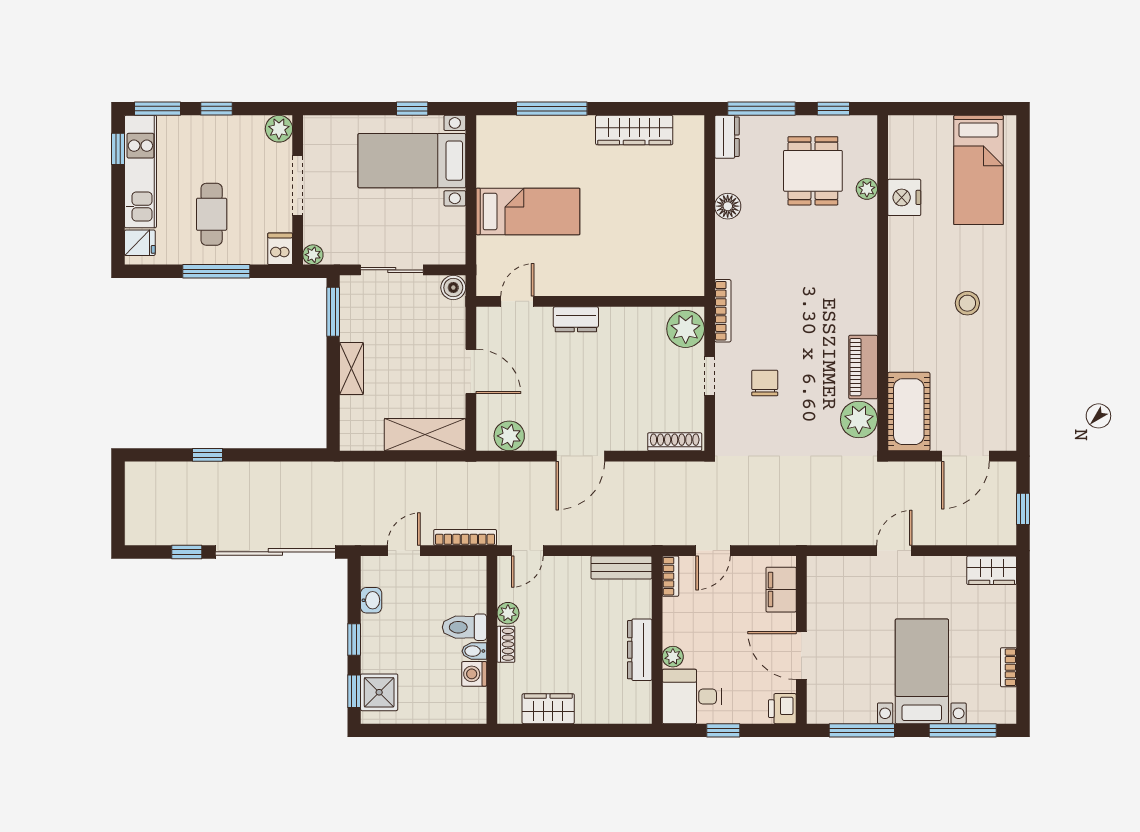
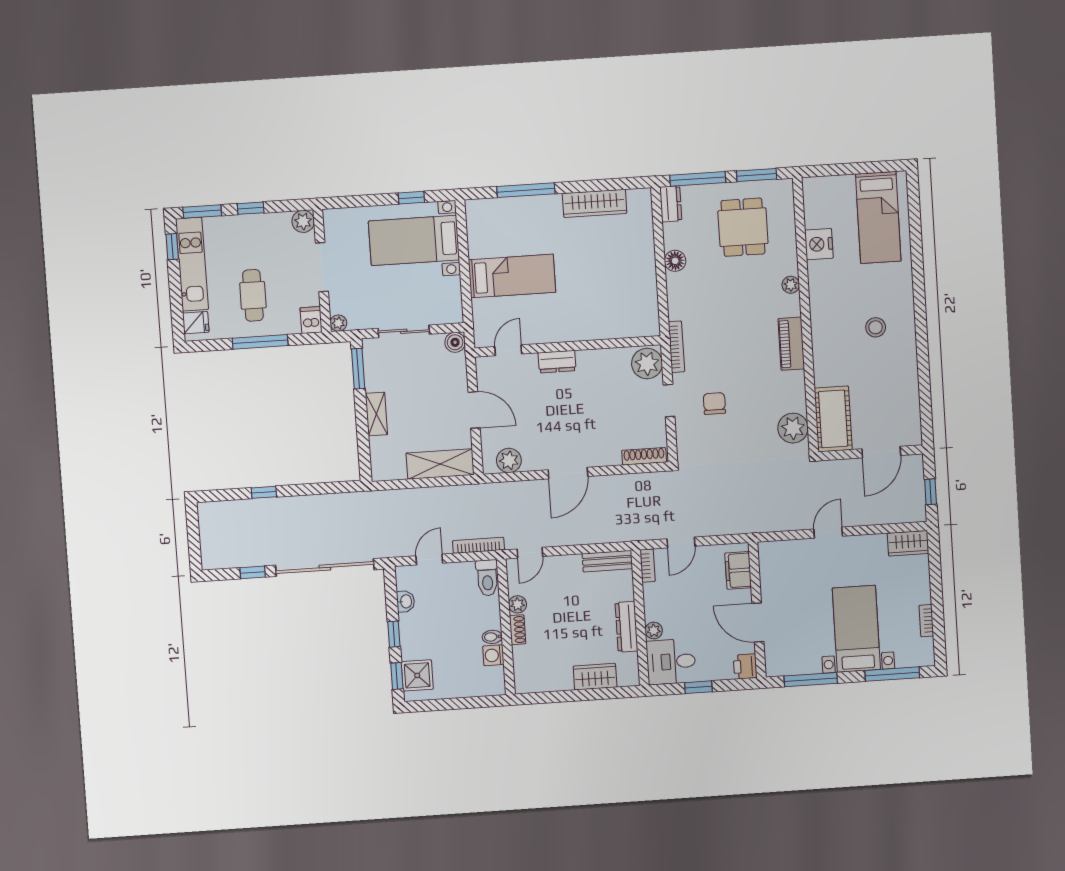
window: (833, 109) -> (757, 175), width x1.50
plant: (867, 189) -> (791, 285), moved
piano: (863, 367) -> (791, 344), moved
toilet: (464, 627) -> (487, 578), moved, turned -90
wardrobe: (548, 709) -> (595, 677), moved

